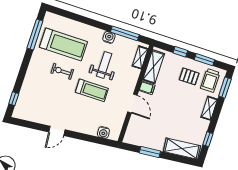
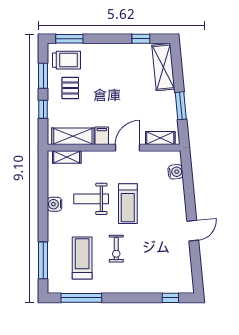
window: (125, 33) -> (43, 260), moved
treadmill: (64, 44) -> (82, 258), width x0.73, depth x0.73
treadmill: (92, 90) -> (128, 204), turned 180
shelving: (209, 108) -> (160, 138), moved
door: (57, 131) -> (193, 231), hinge flipped

